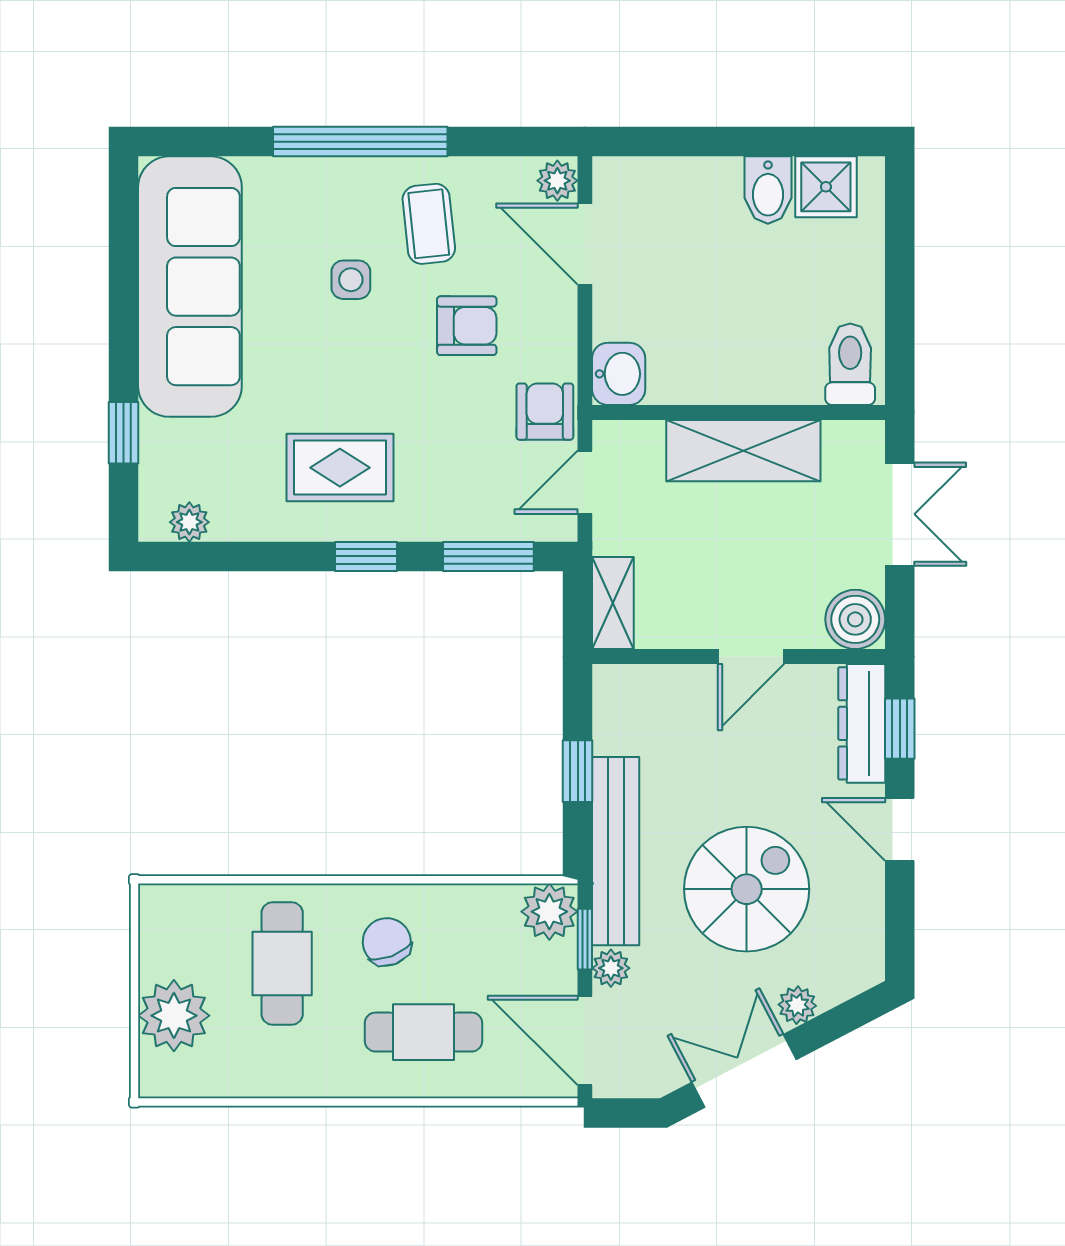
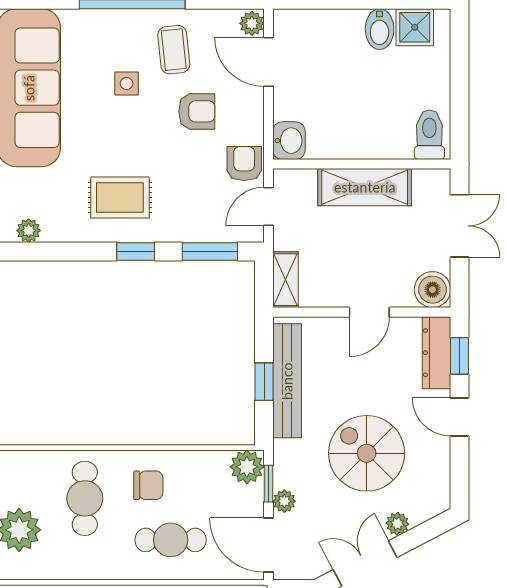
bench: (616, 851) -> (287, 381), moved
spiral stairs: (747, 889) -> (367, 453), turned -90
chair: (387, 942) -> (148, 485), turned 111

